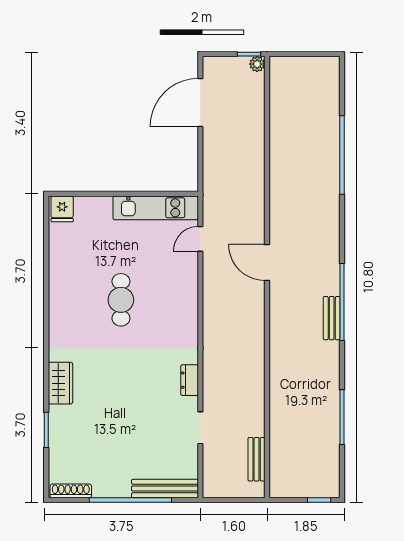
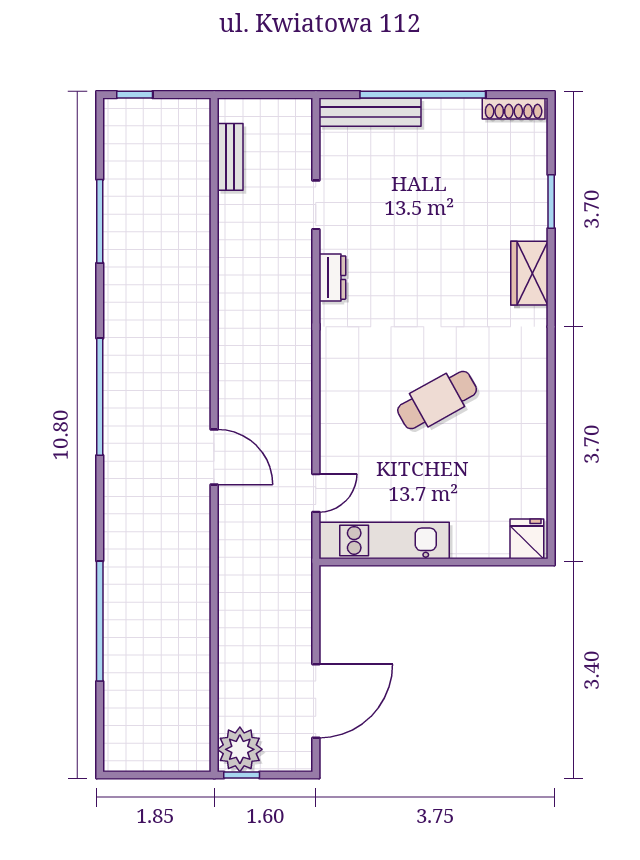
plant: (257, 64) -> (240, 749), width x1.88, depth x1.88
cafe table: (121, 300) -> (437, 400), turned 61
bench: (332, 318) -> (116, 372), removed

